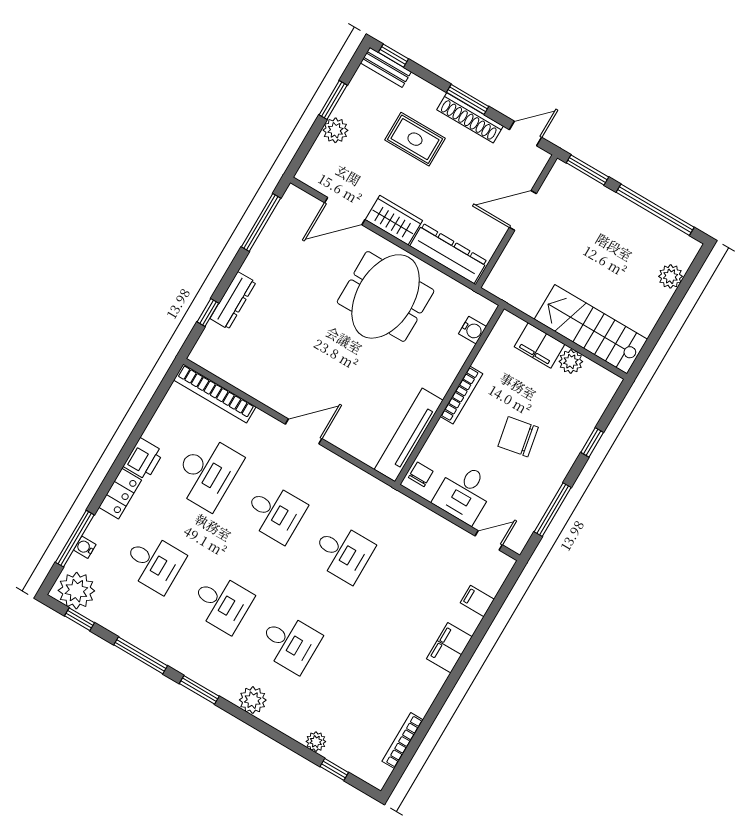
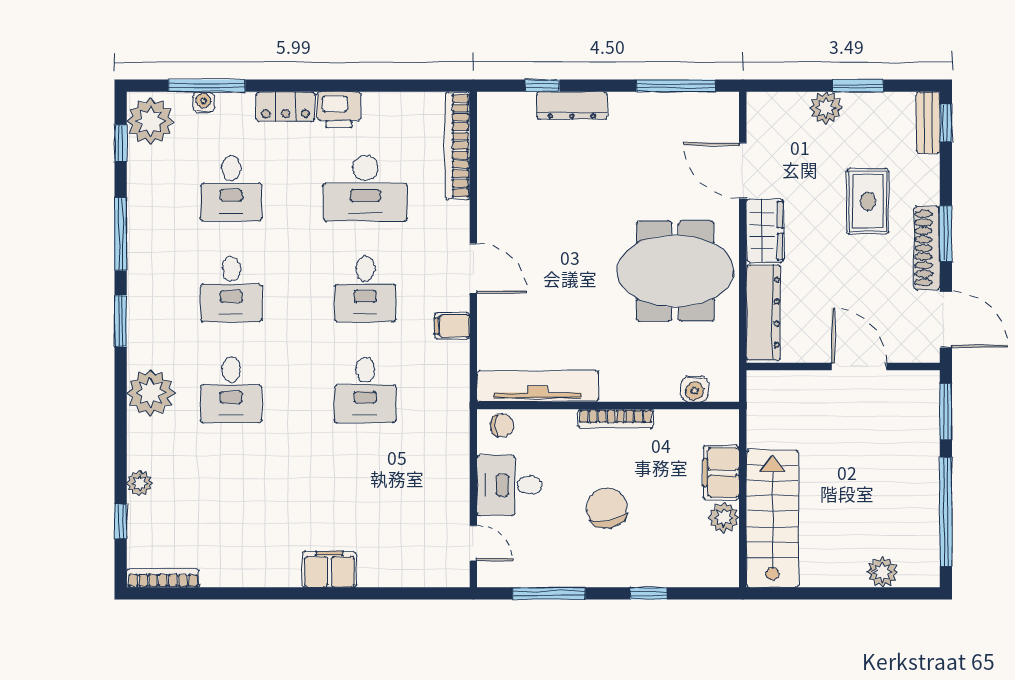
door: (526, 133) -> (946, 319), width x1.38
filing cabinet: (477, 601) -> (452, 326), moved, turned -90
plant: (253, 700) -> (150, 393), width x1.36, depth x1.36
bookcase: (403, 741) -> (163, 578), moved

